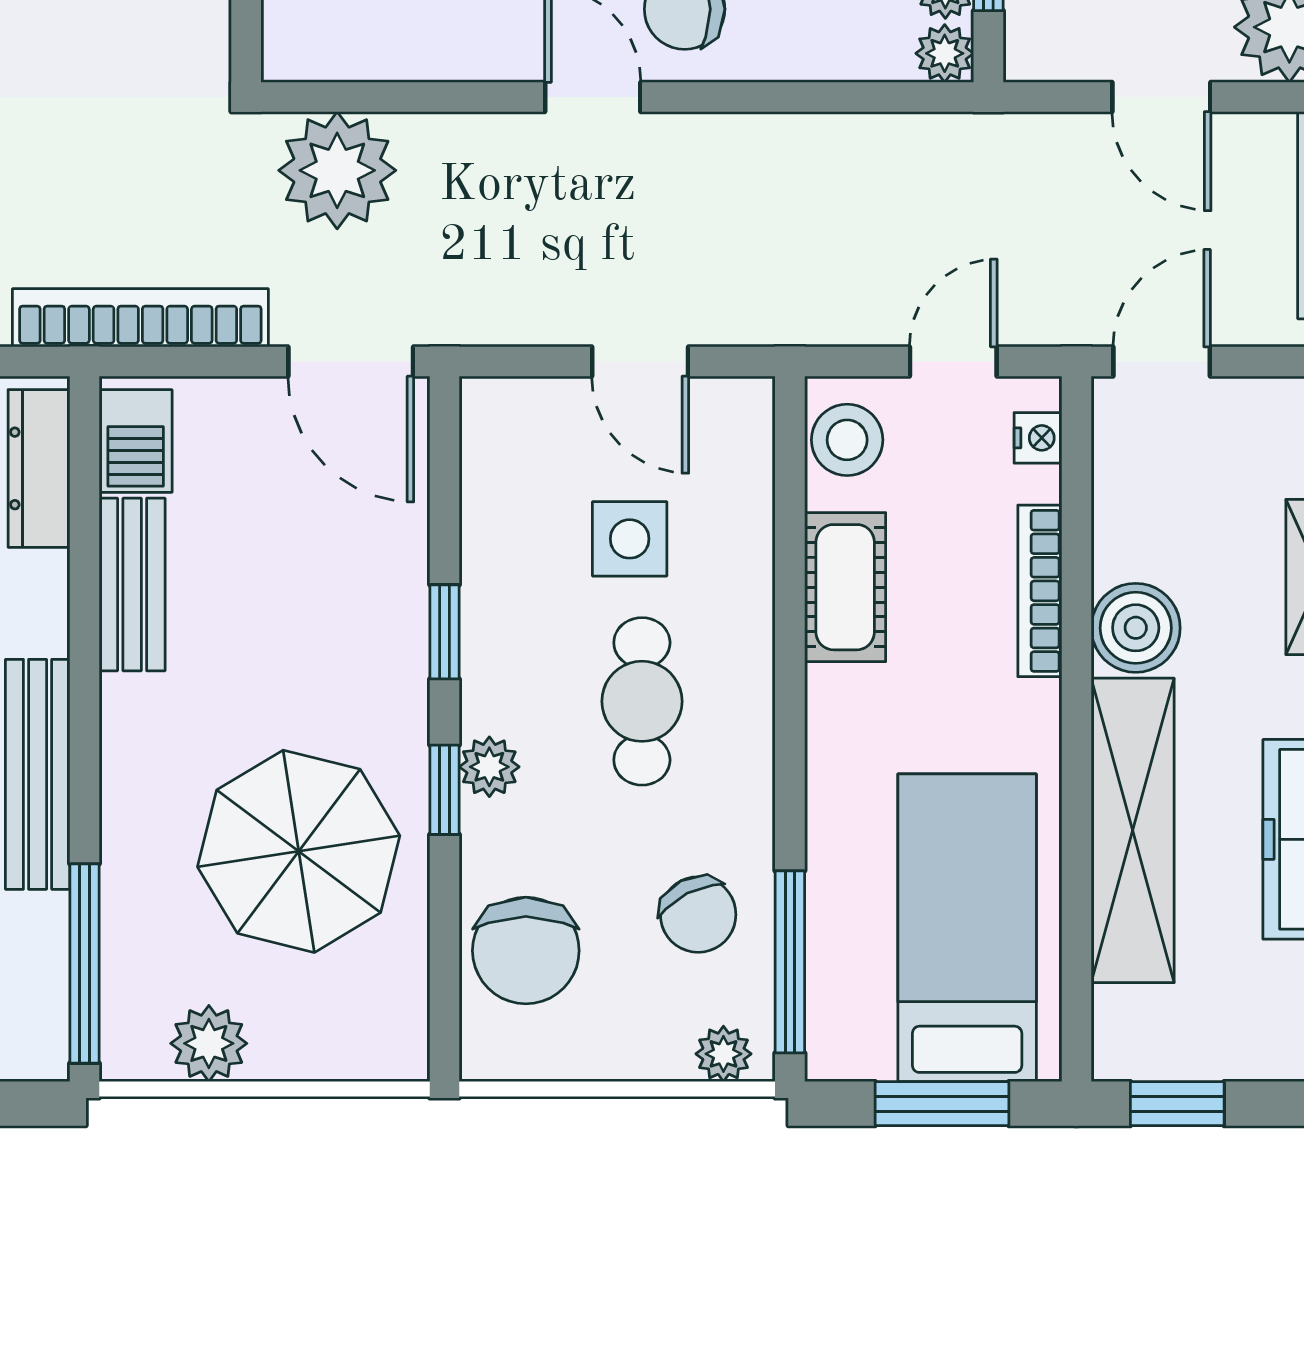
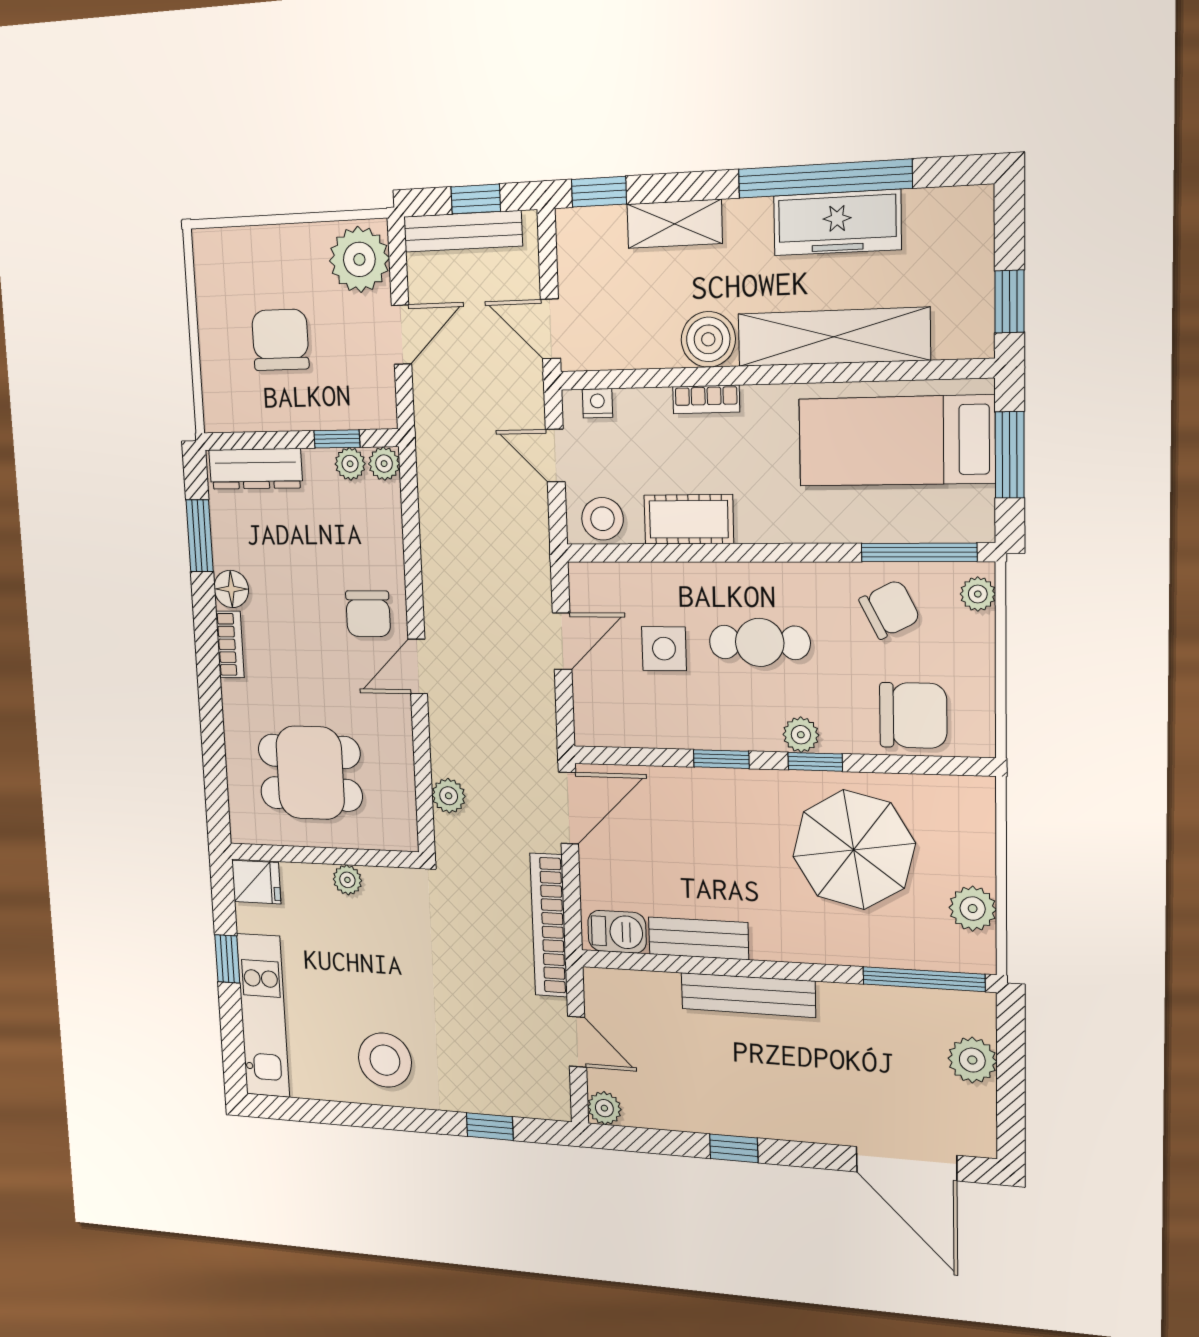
plant: (337, 170) -> (449, 796), width x0.53, depth x0.53
dresser: (39, 468) -> (634, 987), removed
bookcase: (1040, 591) -> (706, 399), width x0.64
bench: (38, 774) -> (748, 995), moved

